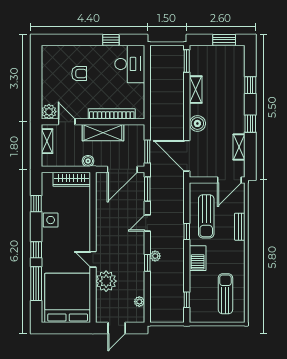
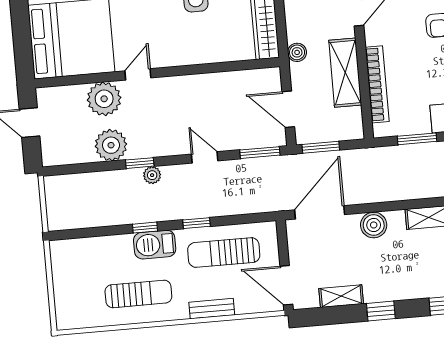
window: (147, 92) -> (417, 139), added
door: (122, 169) -> (288, 109), width x0.73
sun lounger: (225, 294) -> (138, 294), moved
window: (187, 300) -> (145, 228), moved
plant: (139, 302) -> (111, 145), moved, width x1.88, depth x1.88

